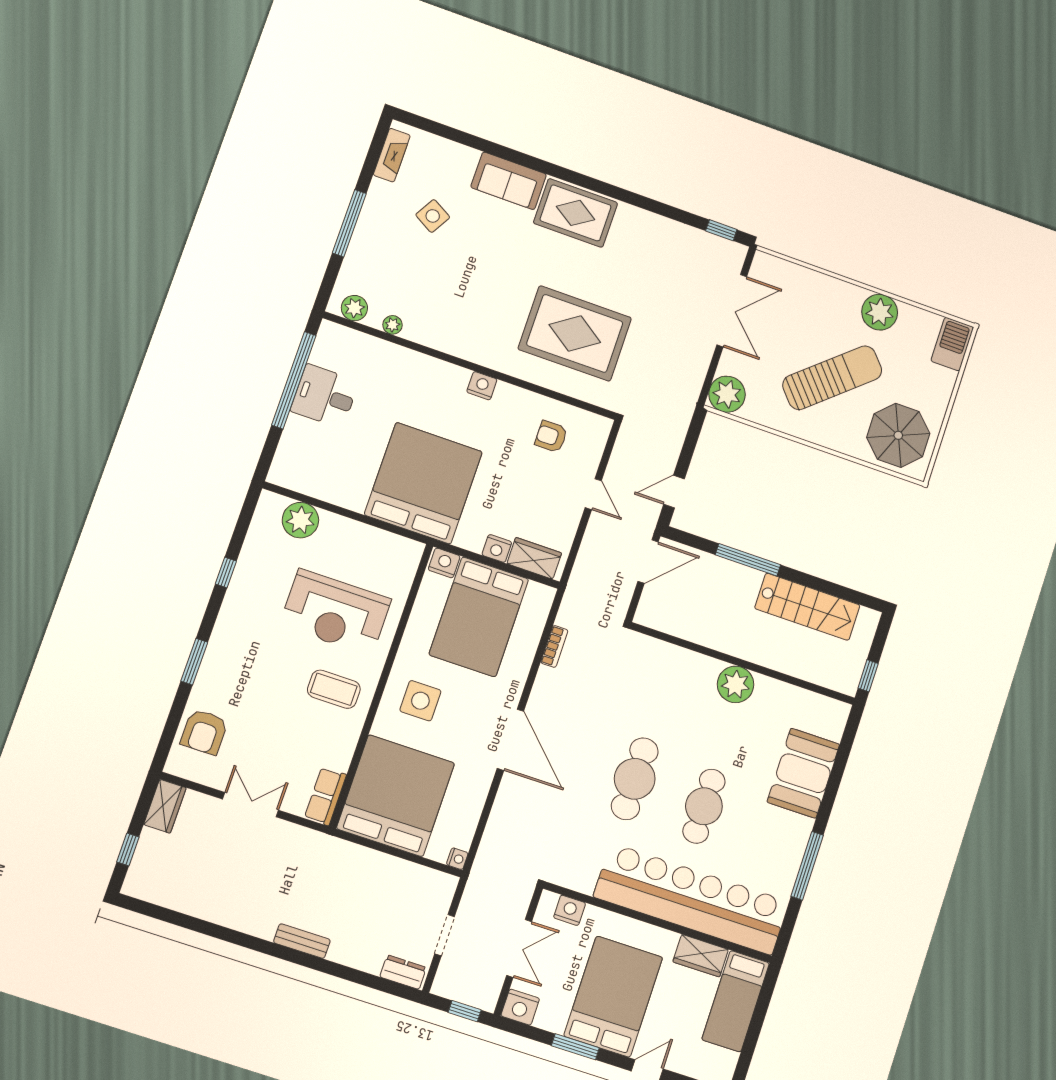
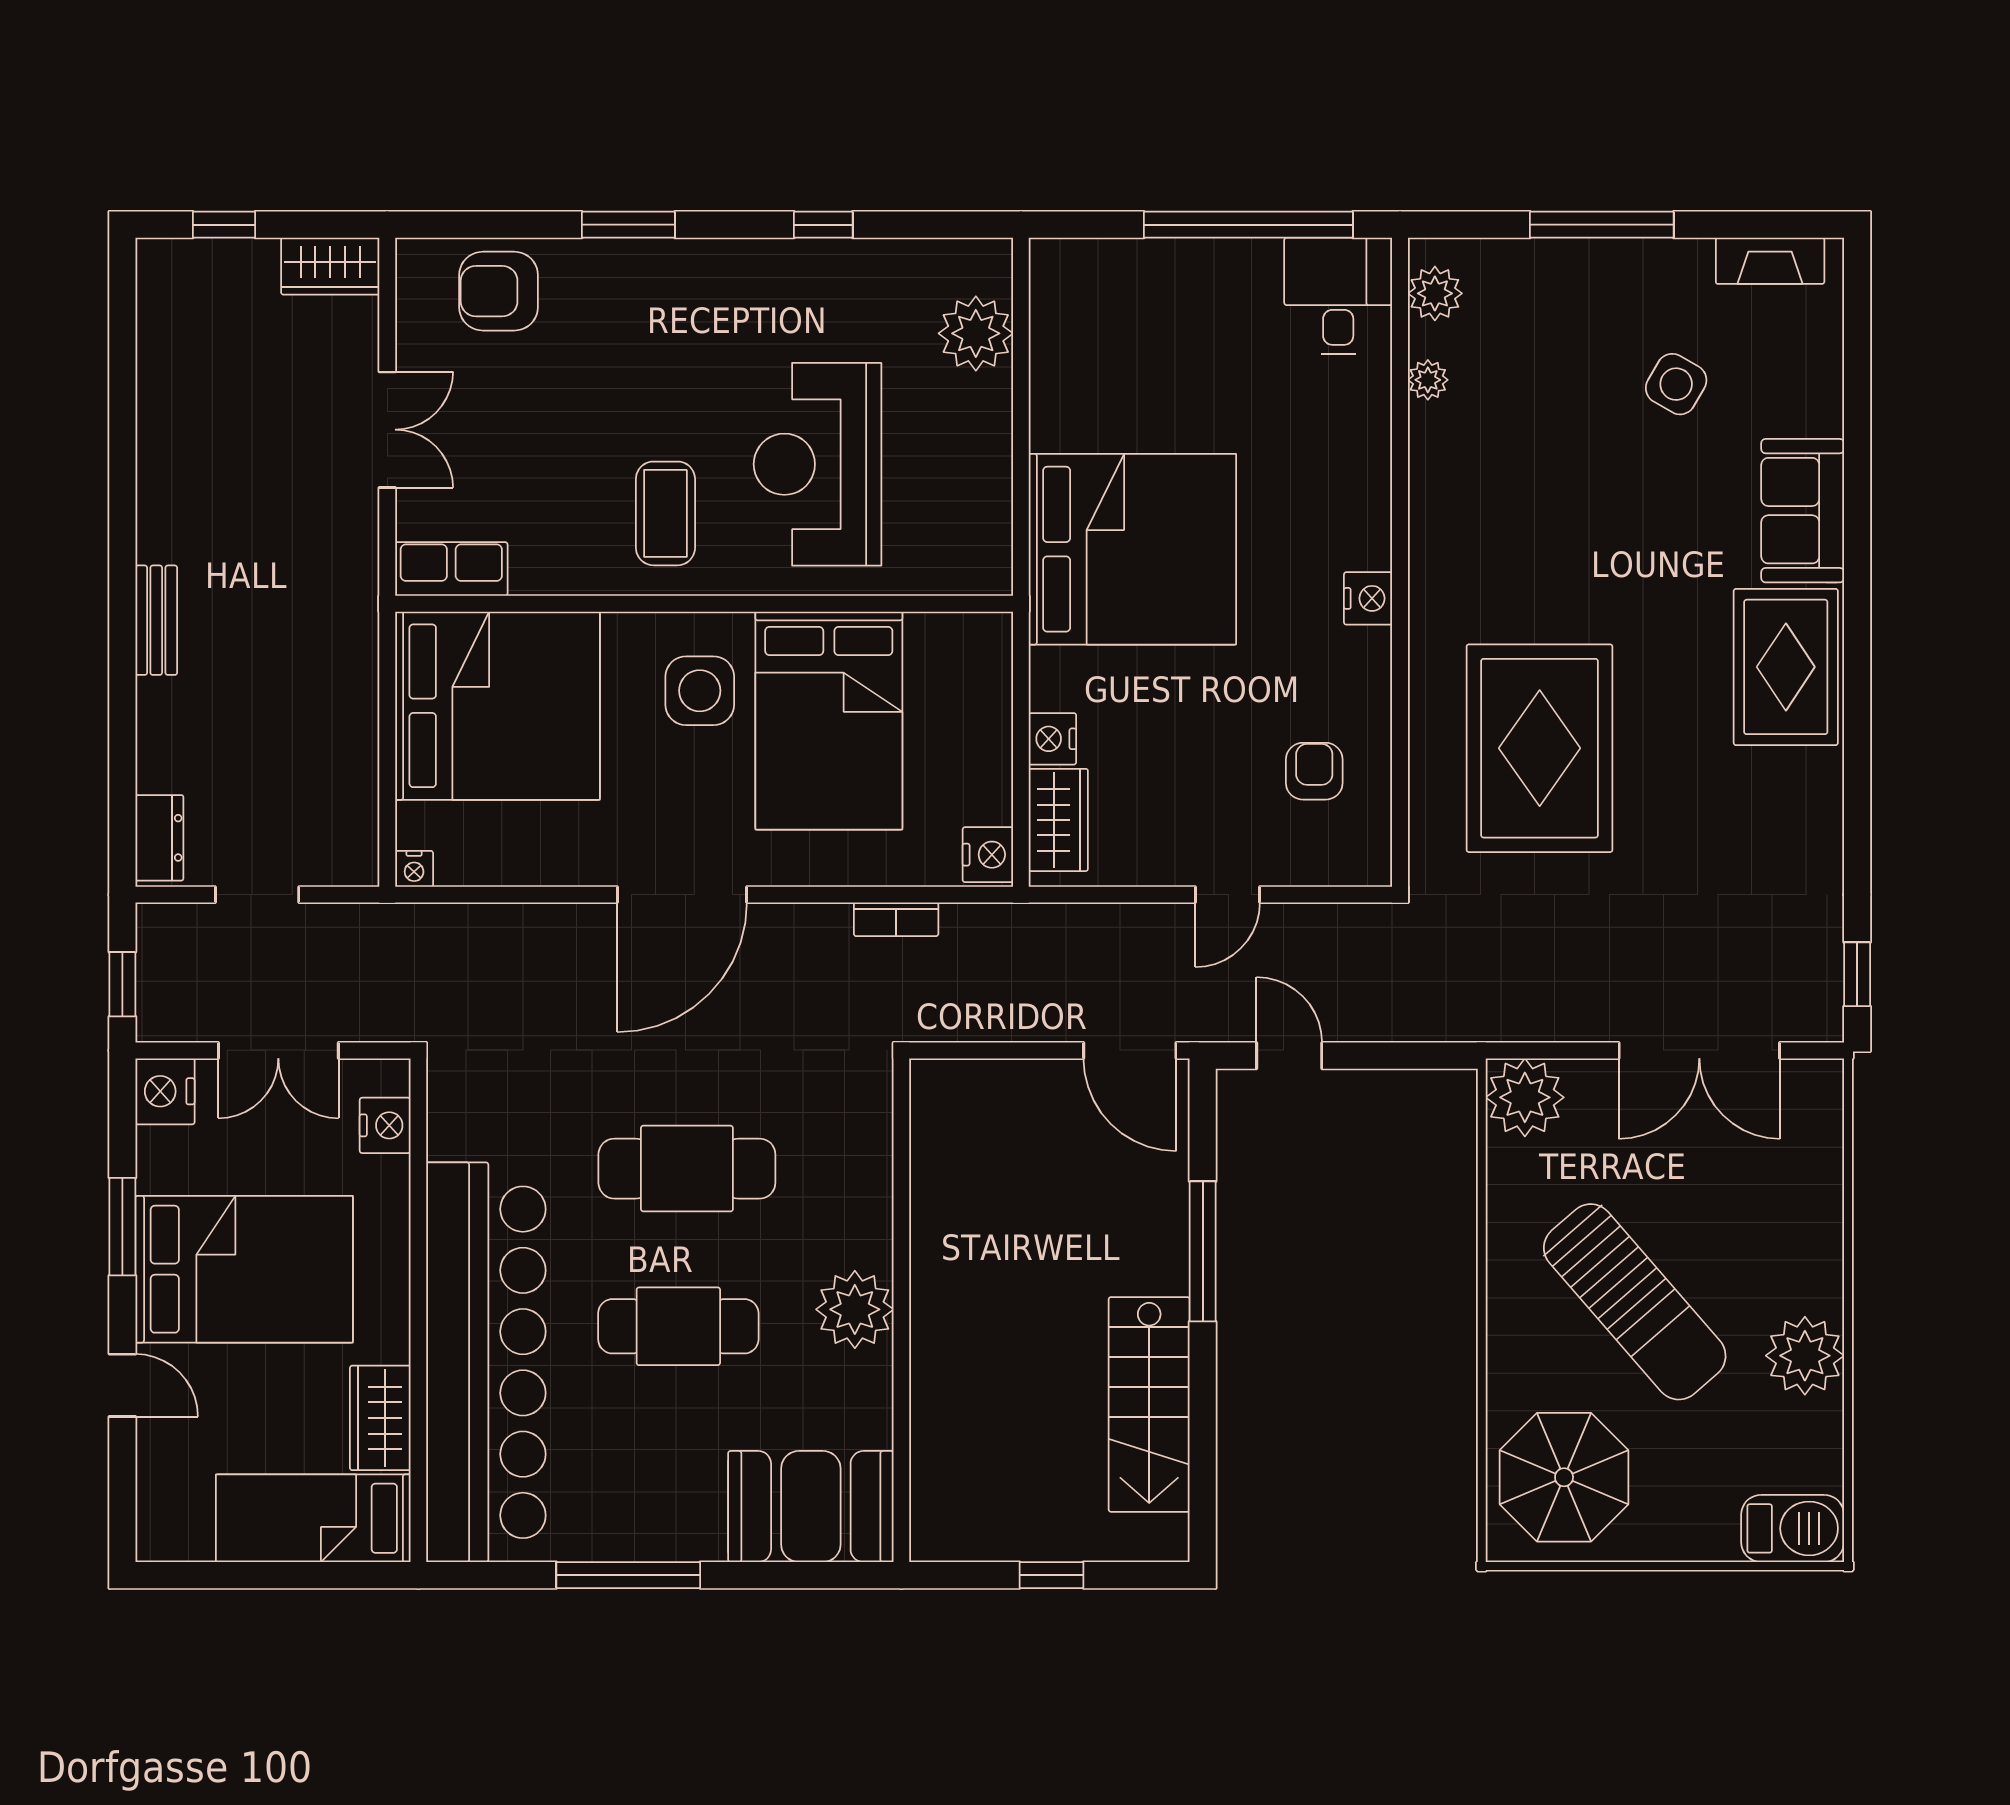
desk: (325, 396) -> (1338, 296), moved
nightstand: (444, 563) -> (988, 855), moved
bed: (479, 617) -> (829, 721), moved, turned -90
wall: (743, 664) -> (901, 1310), moved
plant: (736, 684) -> (855, 1309), moved

